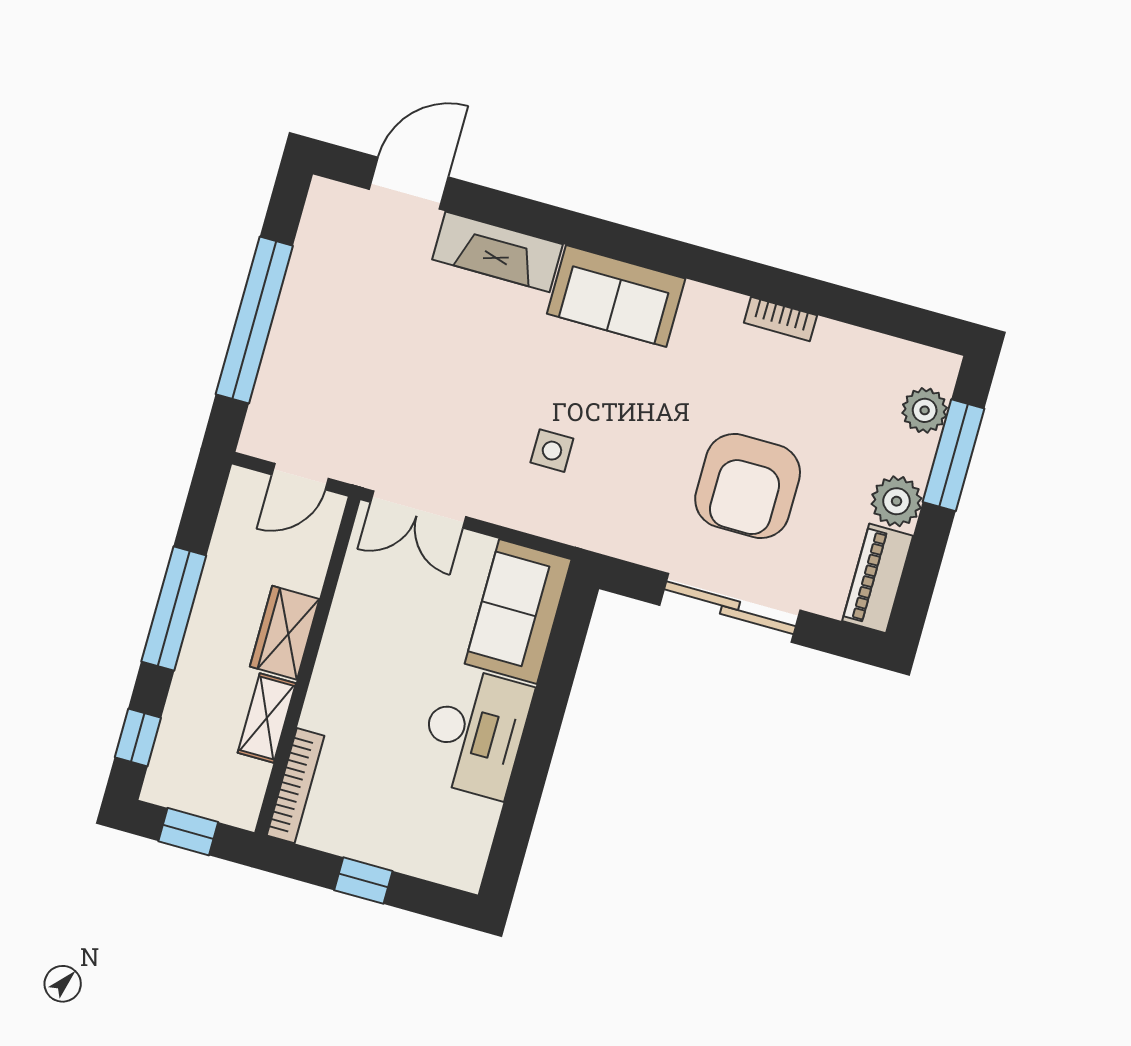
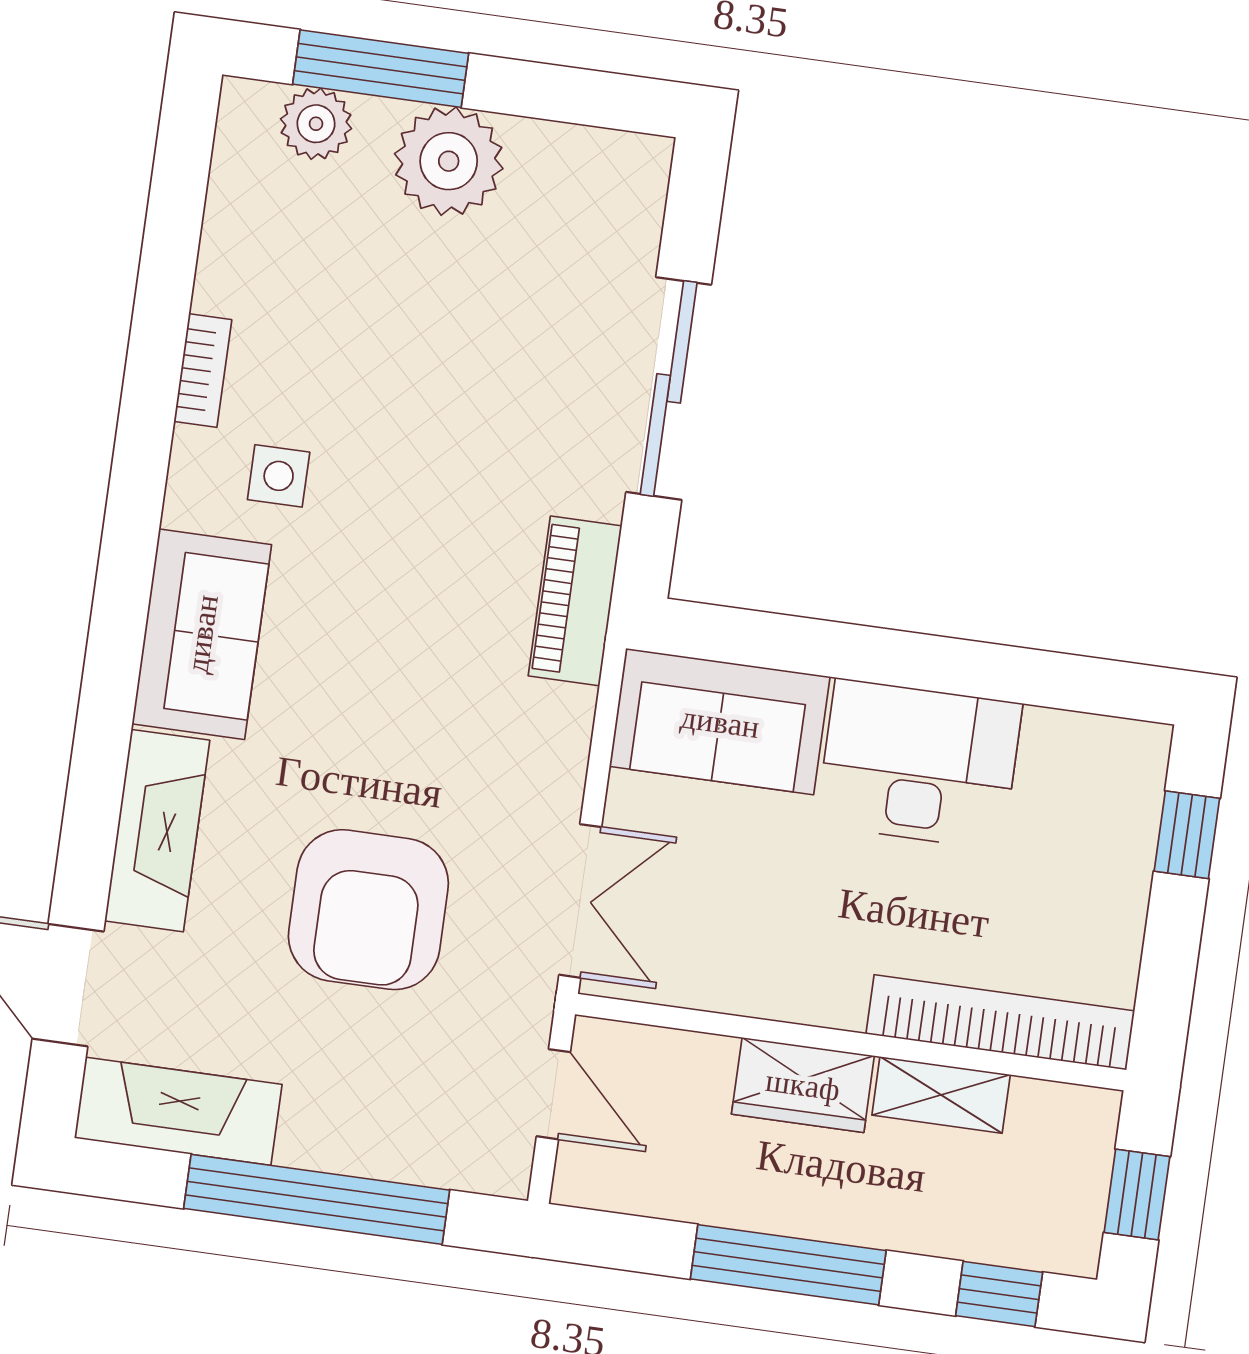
fireplace: (321, 241) -> (178, 1111), added
side table: (552, 451) -> (279, 476), moved
armchair: (748, 486) -> (368, 910), moved, turned 90
plant: (897, 501) -> (449, 161), width x1.36, depth x1.36
piano: (878, 578) -> (575, 601), moved, turned 90
bookcase: (296, 786) -> (1000, 1022), width x1.48, depth x1.31
window: (363, 881) -> (1187, 835), moved

